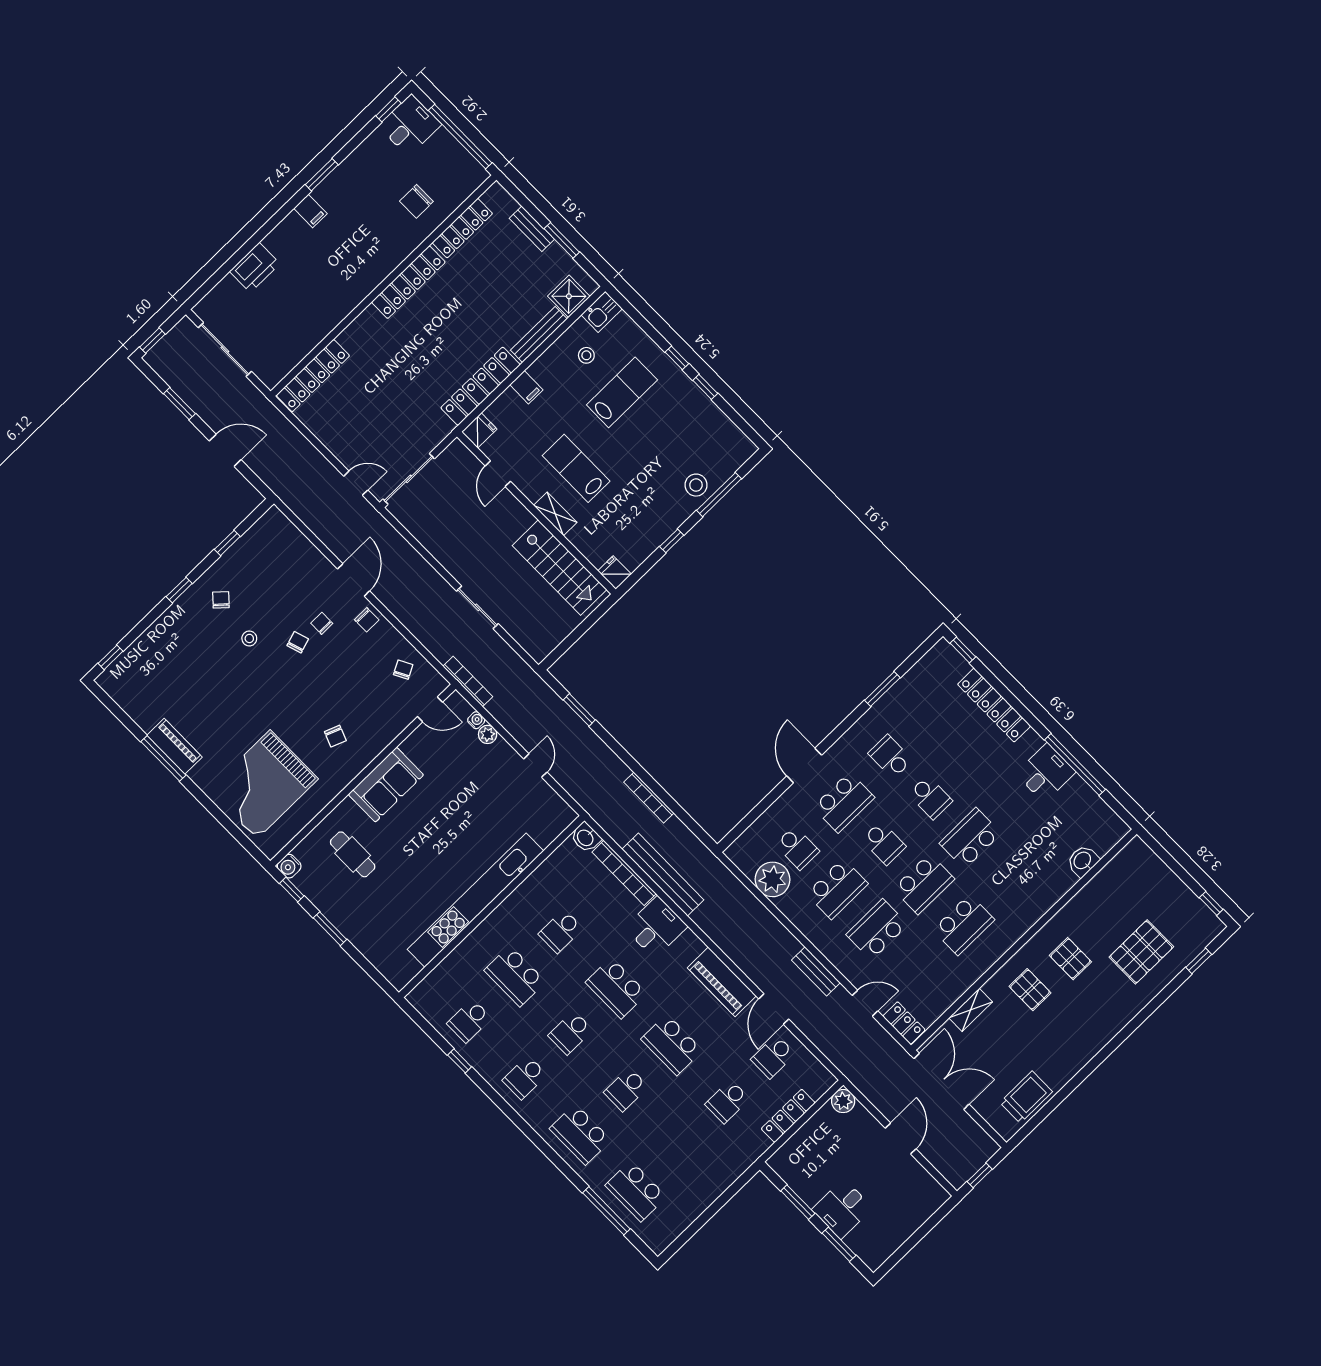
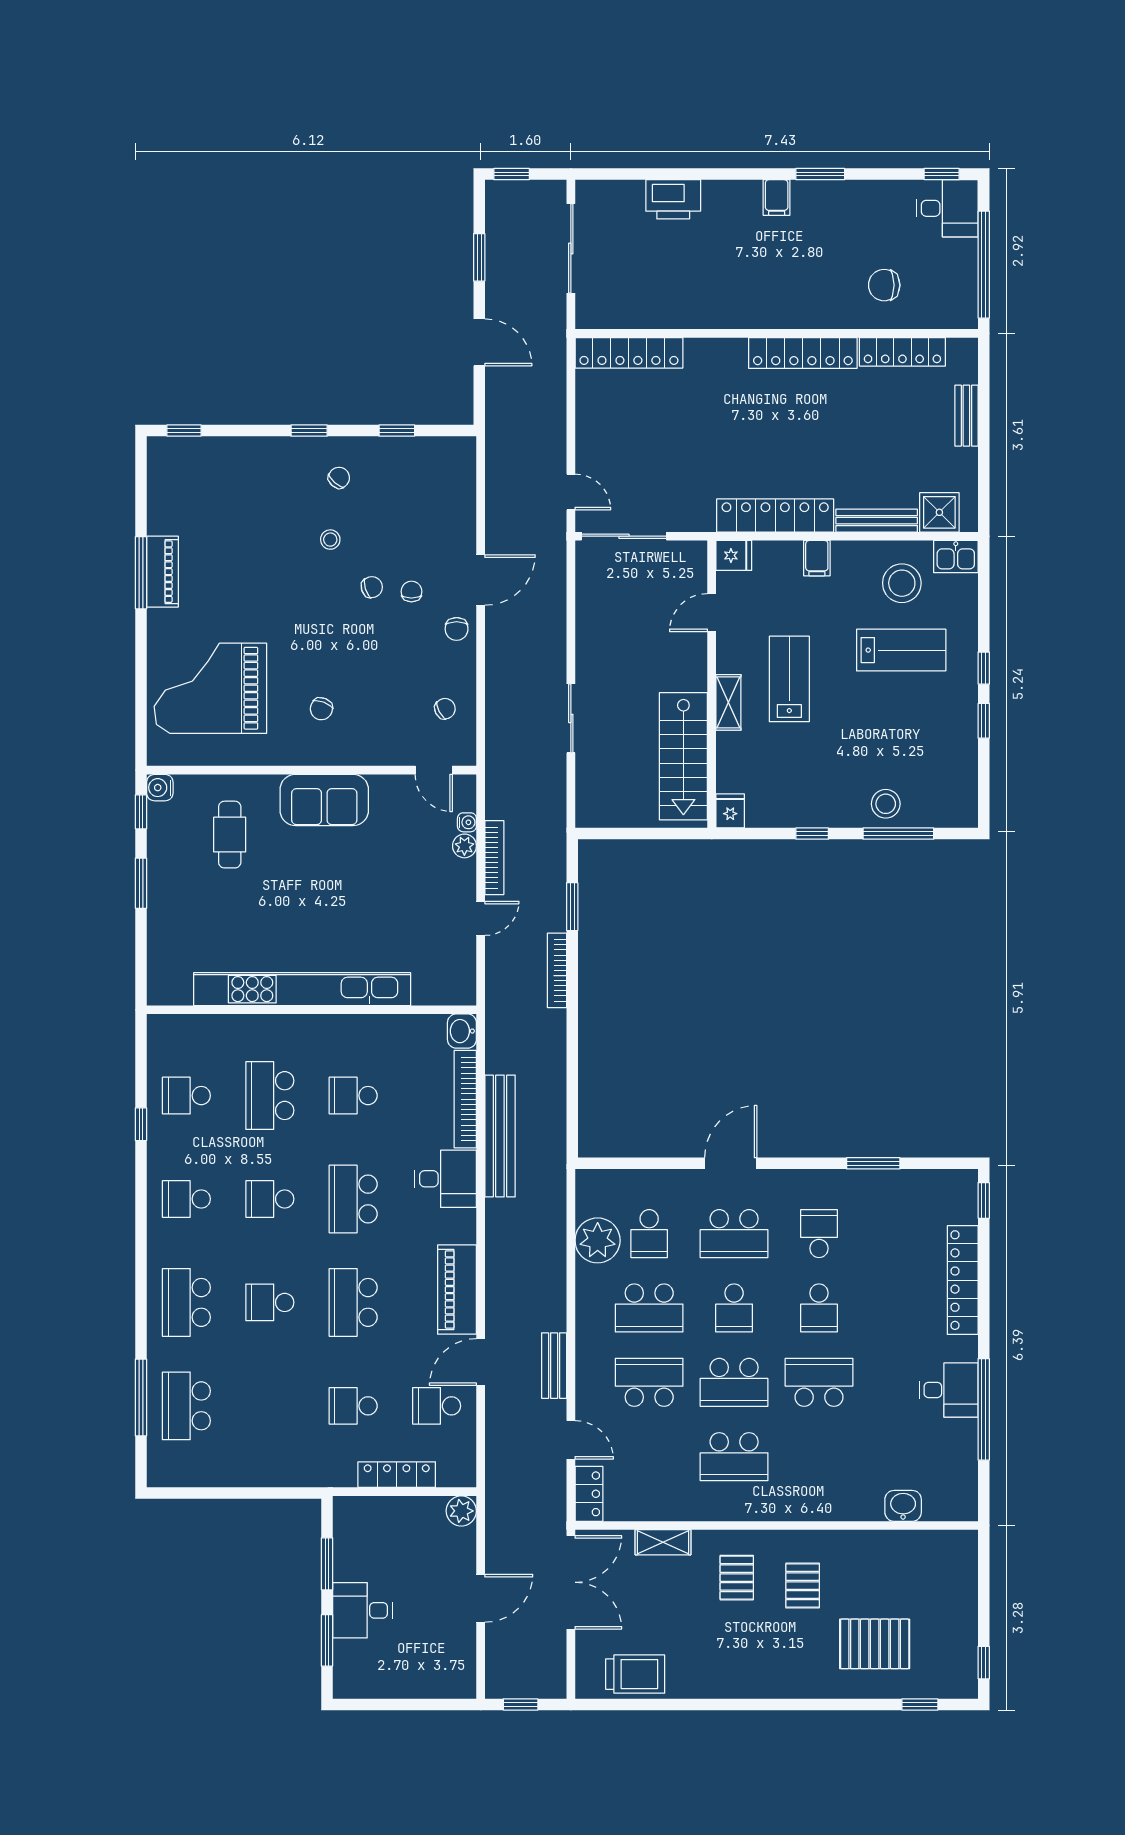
window: (562, 240) -> (984, 454), removed
stool: (586, 355) -> (902, 583), width x1.89, depth x1.89
bookcase: (468, 681) -> (494, 858), moved
bookcase: (649, 798) -> (557, 970), moved

